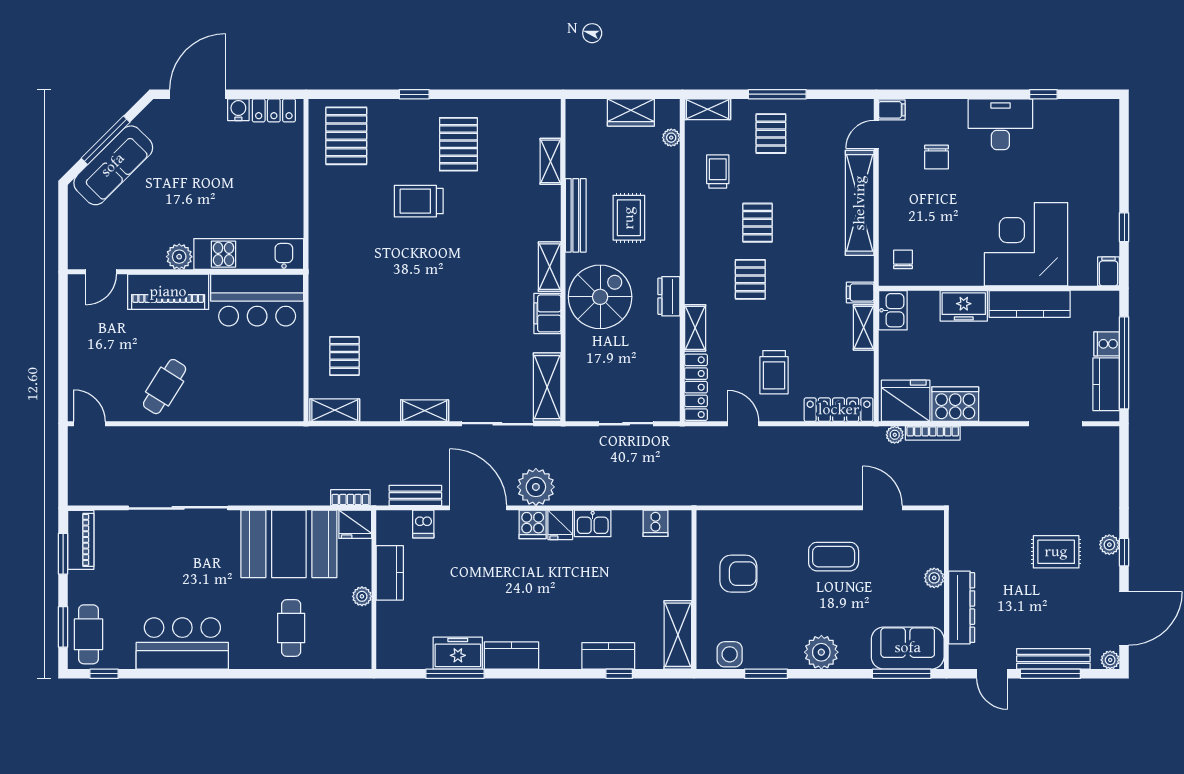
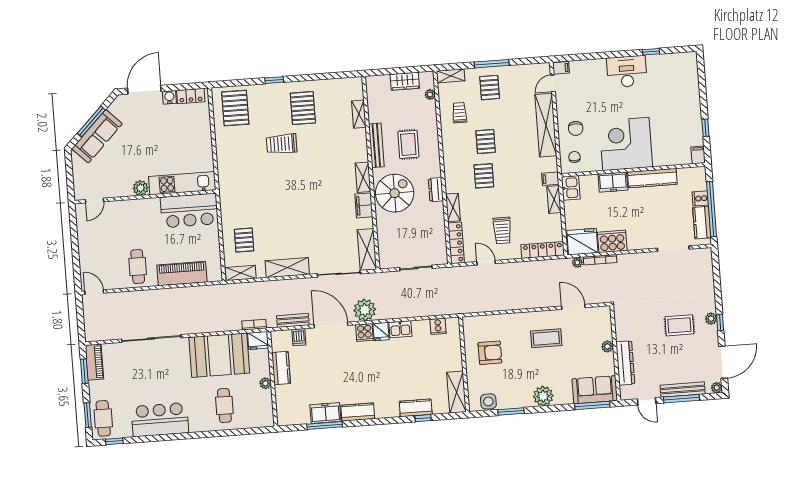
chair: (937, 157) -> (576, 128), moved
corner desk: (1026, 244) -> (626, 144), moved
piano: (168, 292) -> (182, 274), moved, turned 180
cafe table: (165, 387) -> (138, 266), turned -32
shelving: (425, 411) -> (287, 268), width x1.50, depth x1.33

